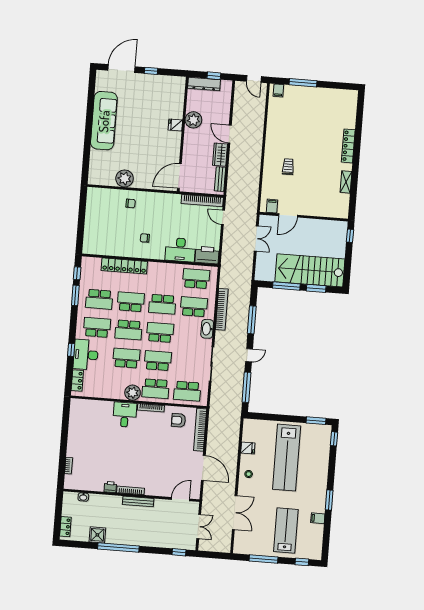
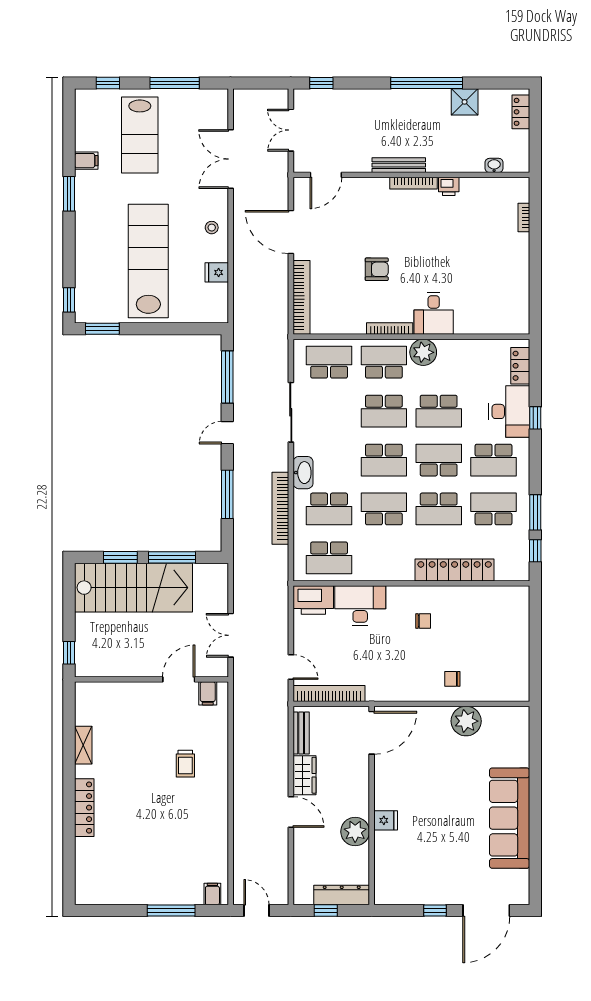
armchair: (179, 420) -> (377, 269), moved

